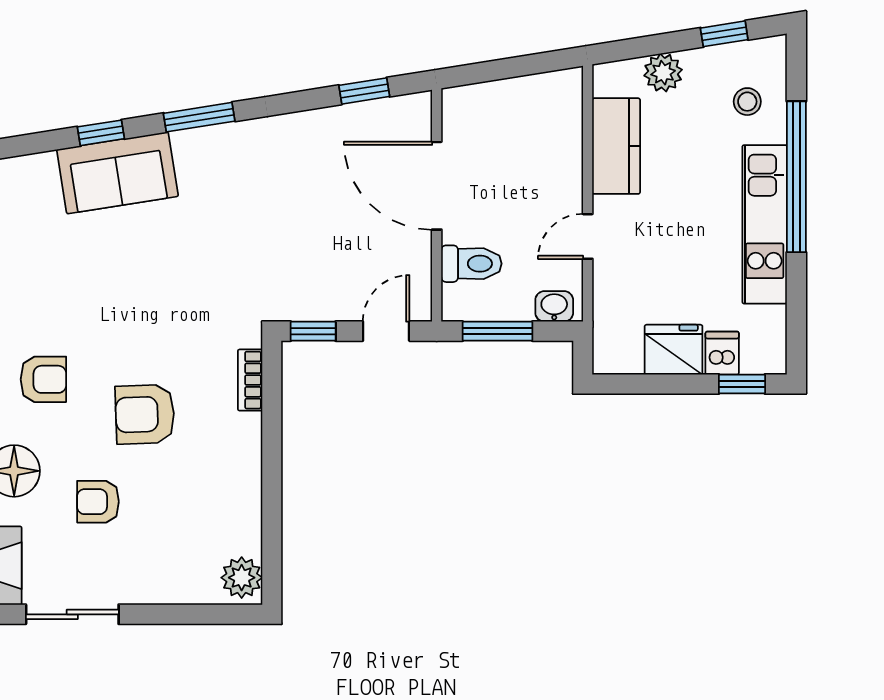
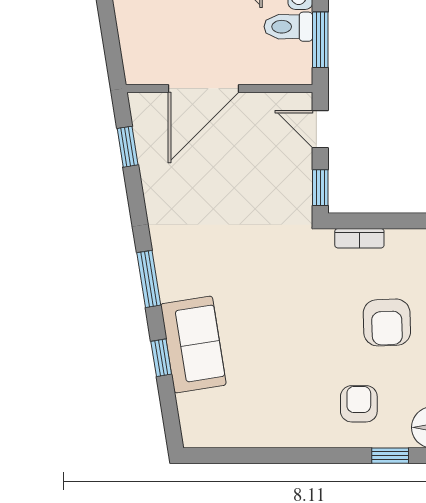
toilet: (471, 264) -> (288, 27), moved, turned -90

